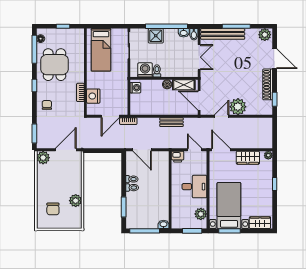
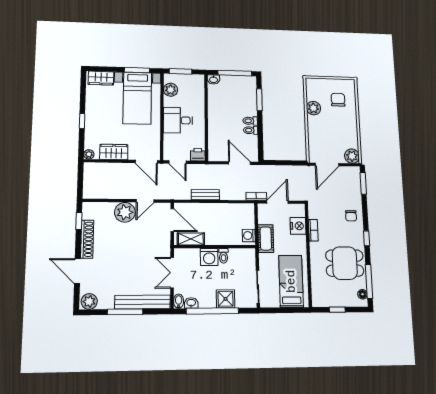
dining table: (55, 65) -> (345, 263), turned 90
washing machine: (145, 70) -> (209, 257), moved
boiler: (167, 84) -> (211, 239), removed
cot: (121, 85) -> (266, 238), added

